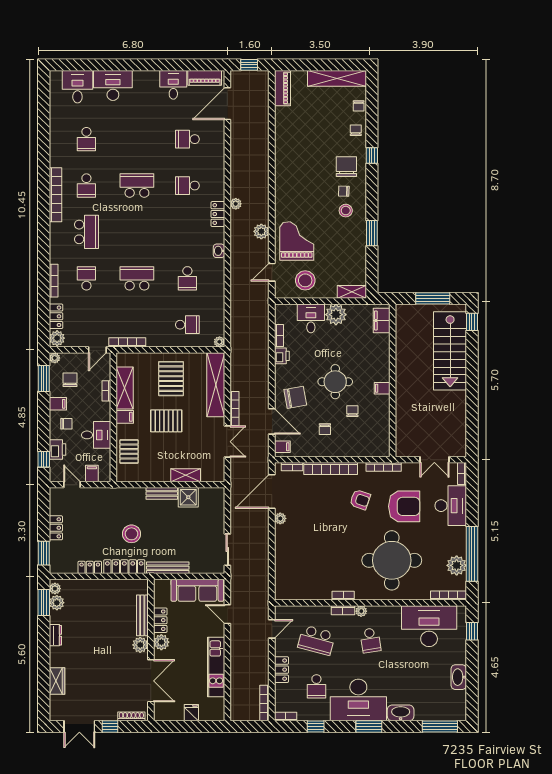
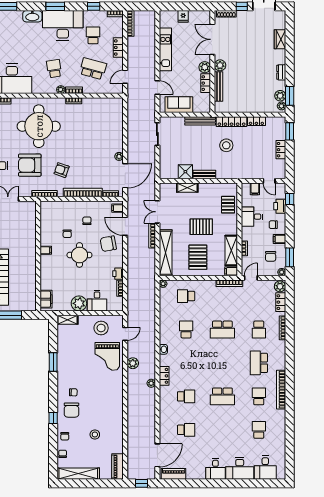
desk: (173, 85) -> (215, 469), moved
stool: (346, 211) -> (95, 435), moved
filing cabinet: (125, 417) -> (231, 271), moved
sofa: (197, 590) -> (179, 105), width x0.73

